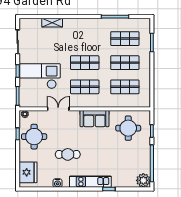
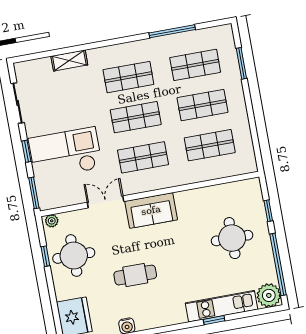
shop shelf: (85, 39) -> (128, 77), added
sofa: (94, 119) -> (151, 210), moved
round table: (128, 128) -> (232, 238), moved
kitchen unit: (90, 182) -> (222, 306), moved

